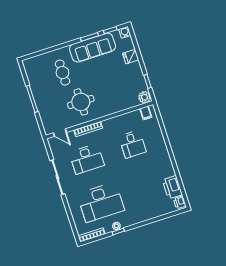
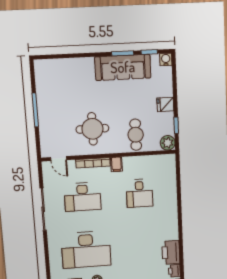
fridge: (131, 57) -> (165, 104), moved
cafe table: (62, 73) -> (136, 135), moved
filing cabinet: (146, 113) -> (116, 164), moved

